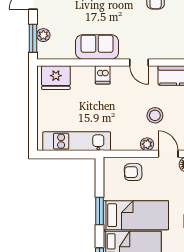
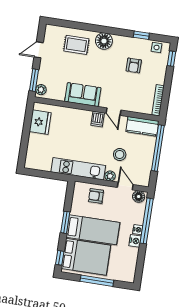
plant: (43, 35) -> (41, 90), moved
dishwasher: (103, 75) -> (98, 119), moved
fridge: (56, 78) -> (40, 122), moved, turned -90
kitchen unit: (77, 141) -> (78, 169), moved

